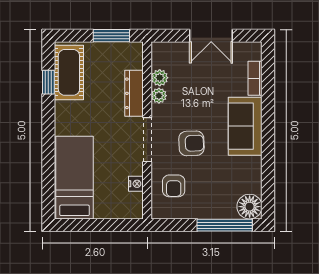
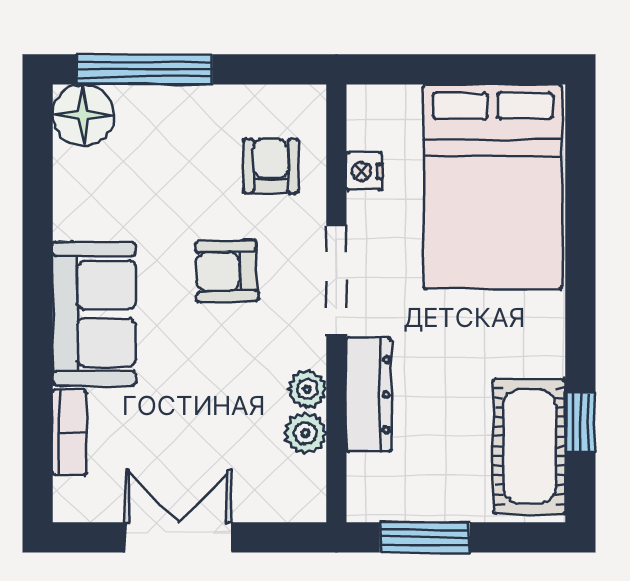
bed: (75, 178) -> (493, 187), width x1.50

